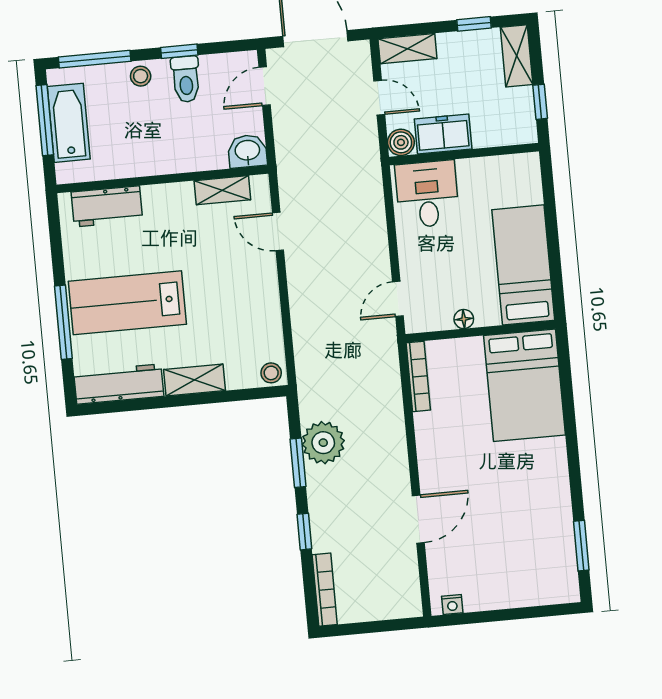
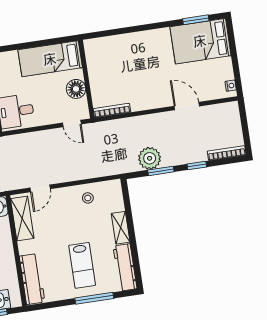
shelving: (222, 190) -> (22, 219), width x1.50, depth x1.33
workbench: (107, 206) -> (32, 279), width x1.38
lab bench: (127, 303) -> (82, 265), width x0.73, depth x0.72
floor lamp: (464, 319) -> (76, 89), width x1.89, depth x1.89
stool: (271, 373) -> (88, 198), moved
bed: (525, 385) -> (200, 41), moved, turned 180

